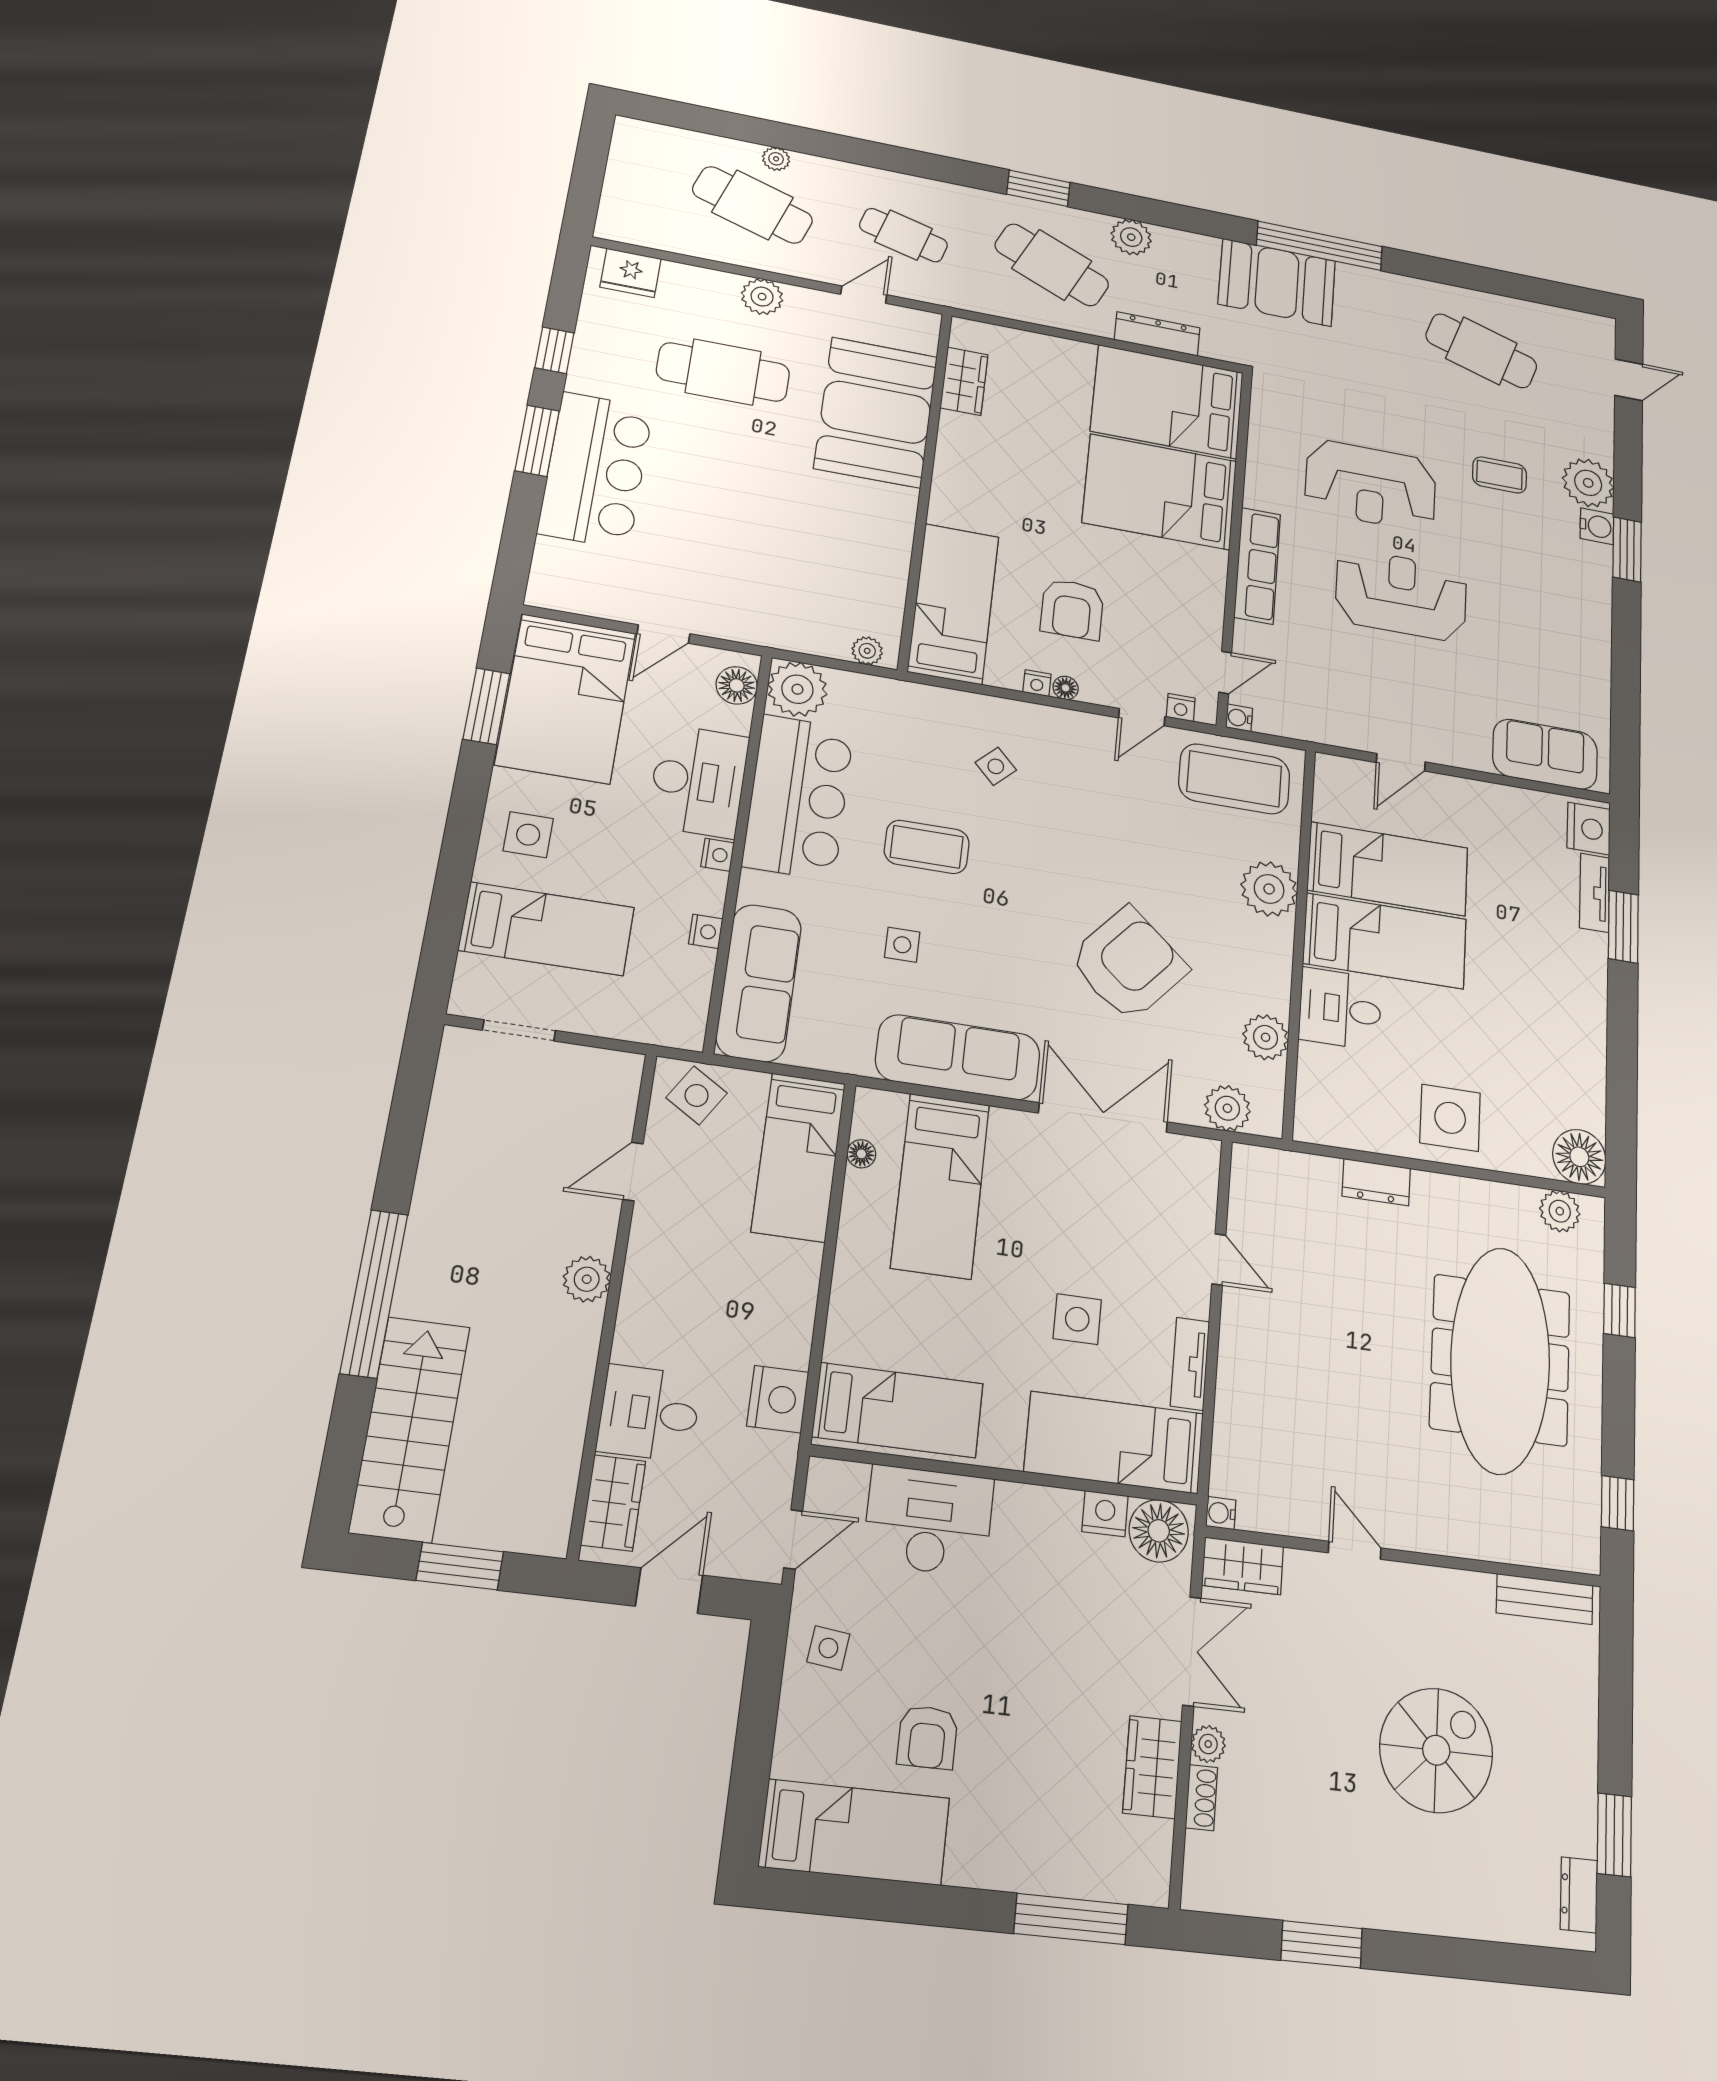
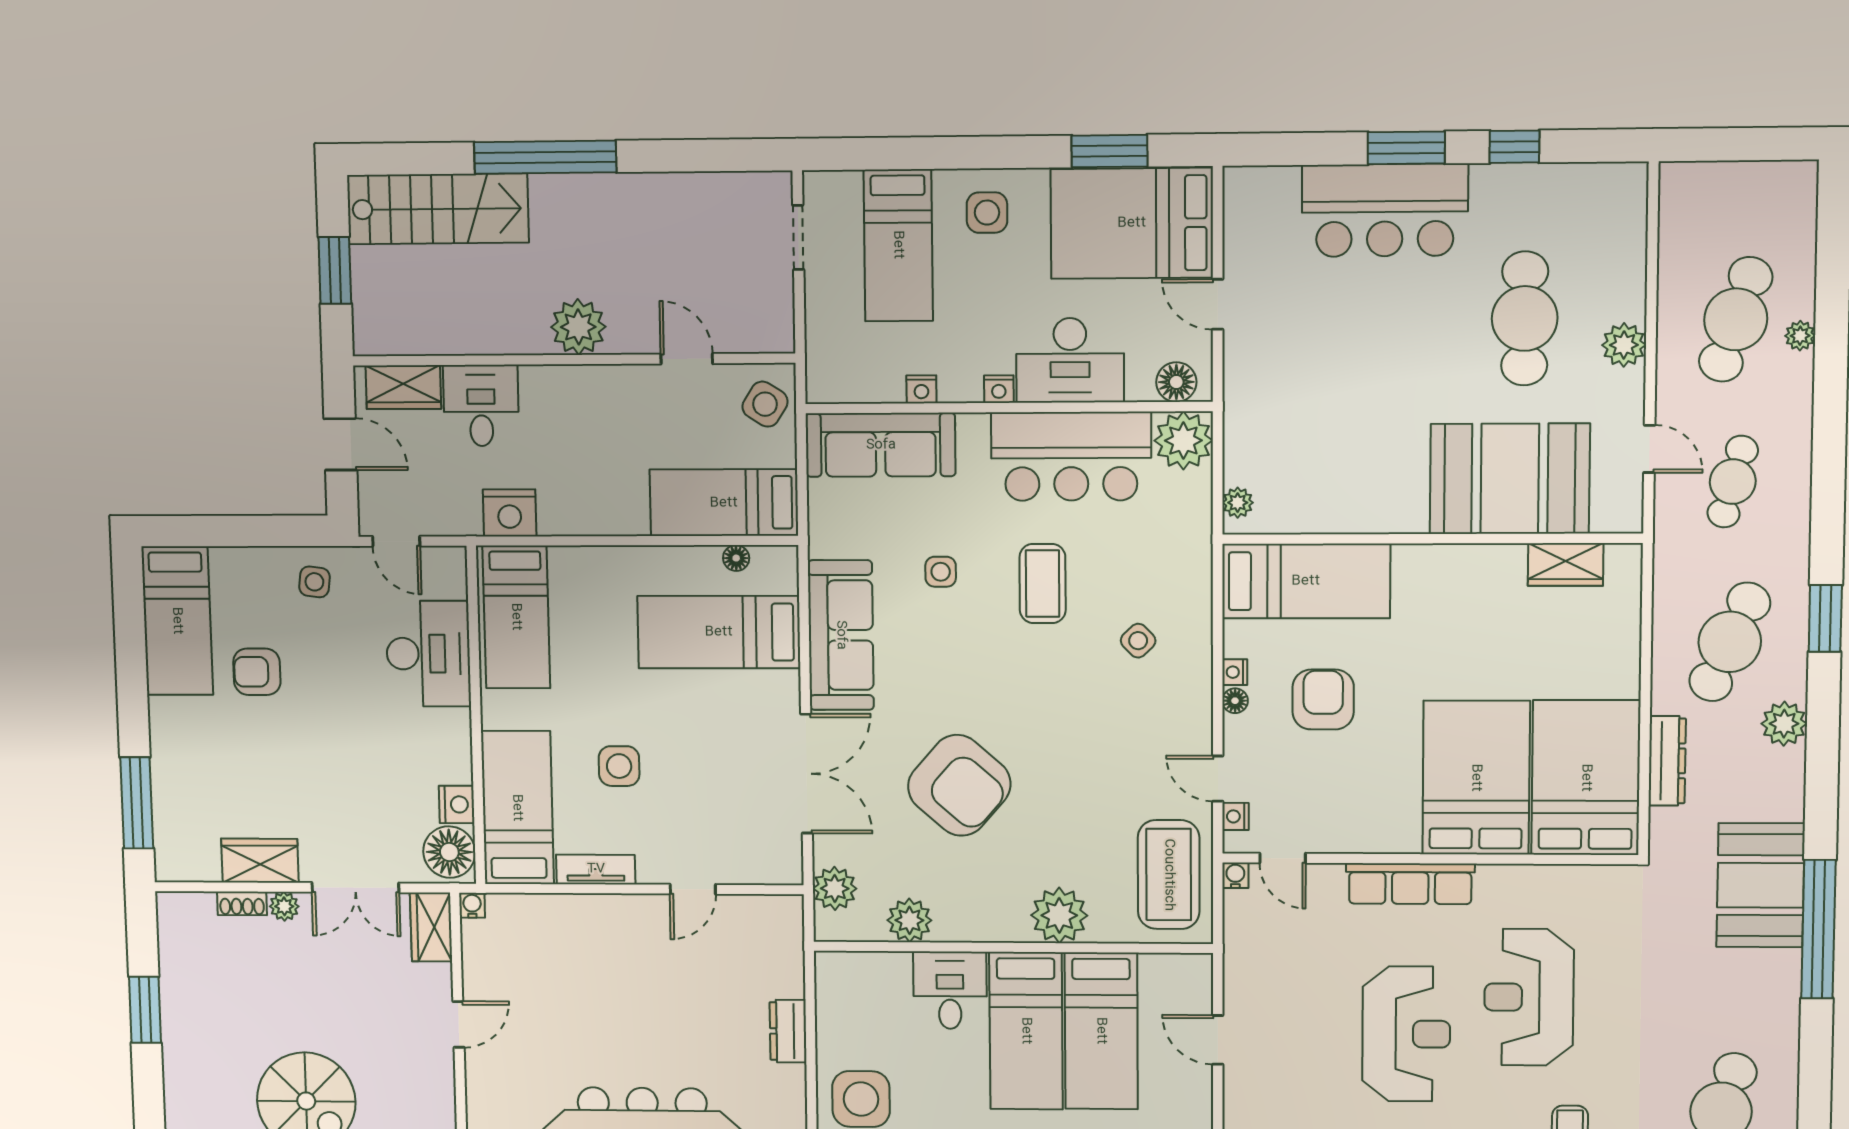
fridge: (631, 273) -> (1624, 207), removed
armchair: (1072, 609) -> (1323, 700), turned 90
plant: (587, 1279) -> (578, 327), width x1.36, depth x1.36

